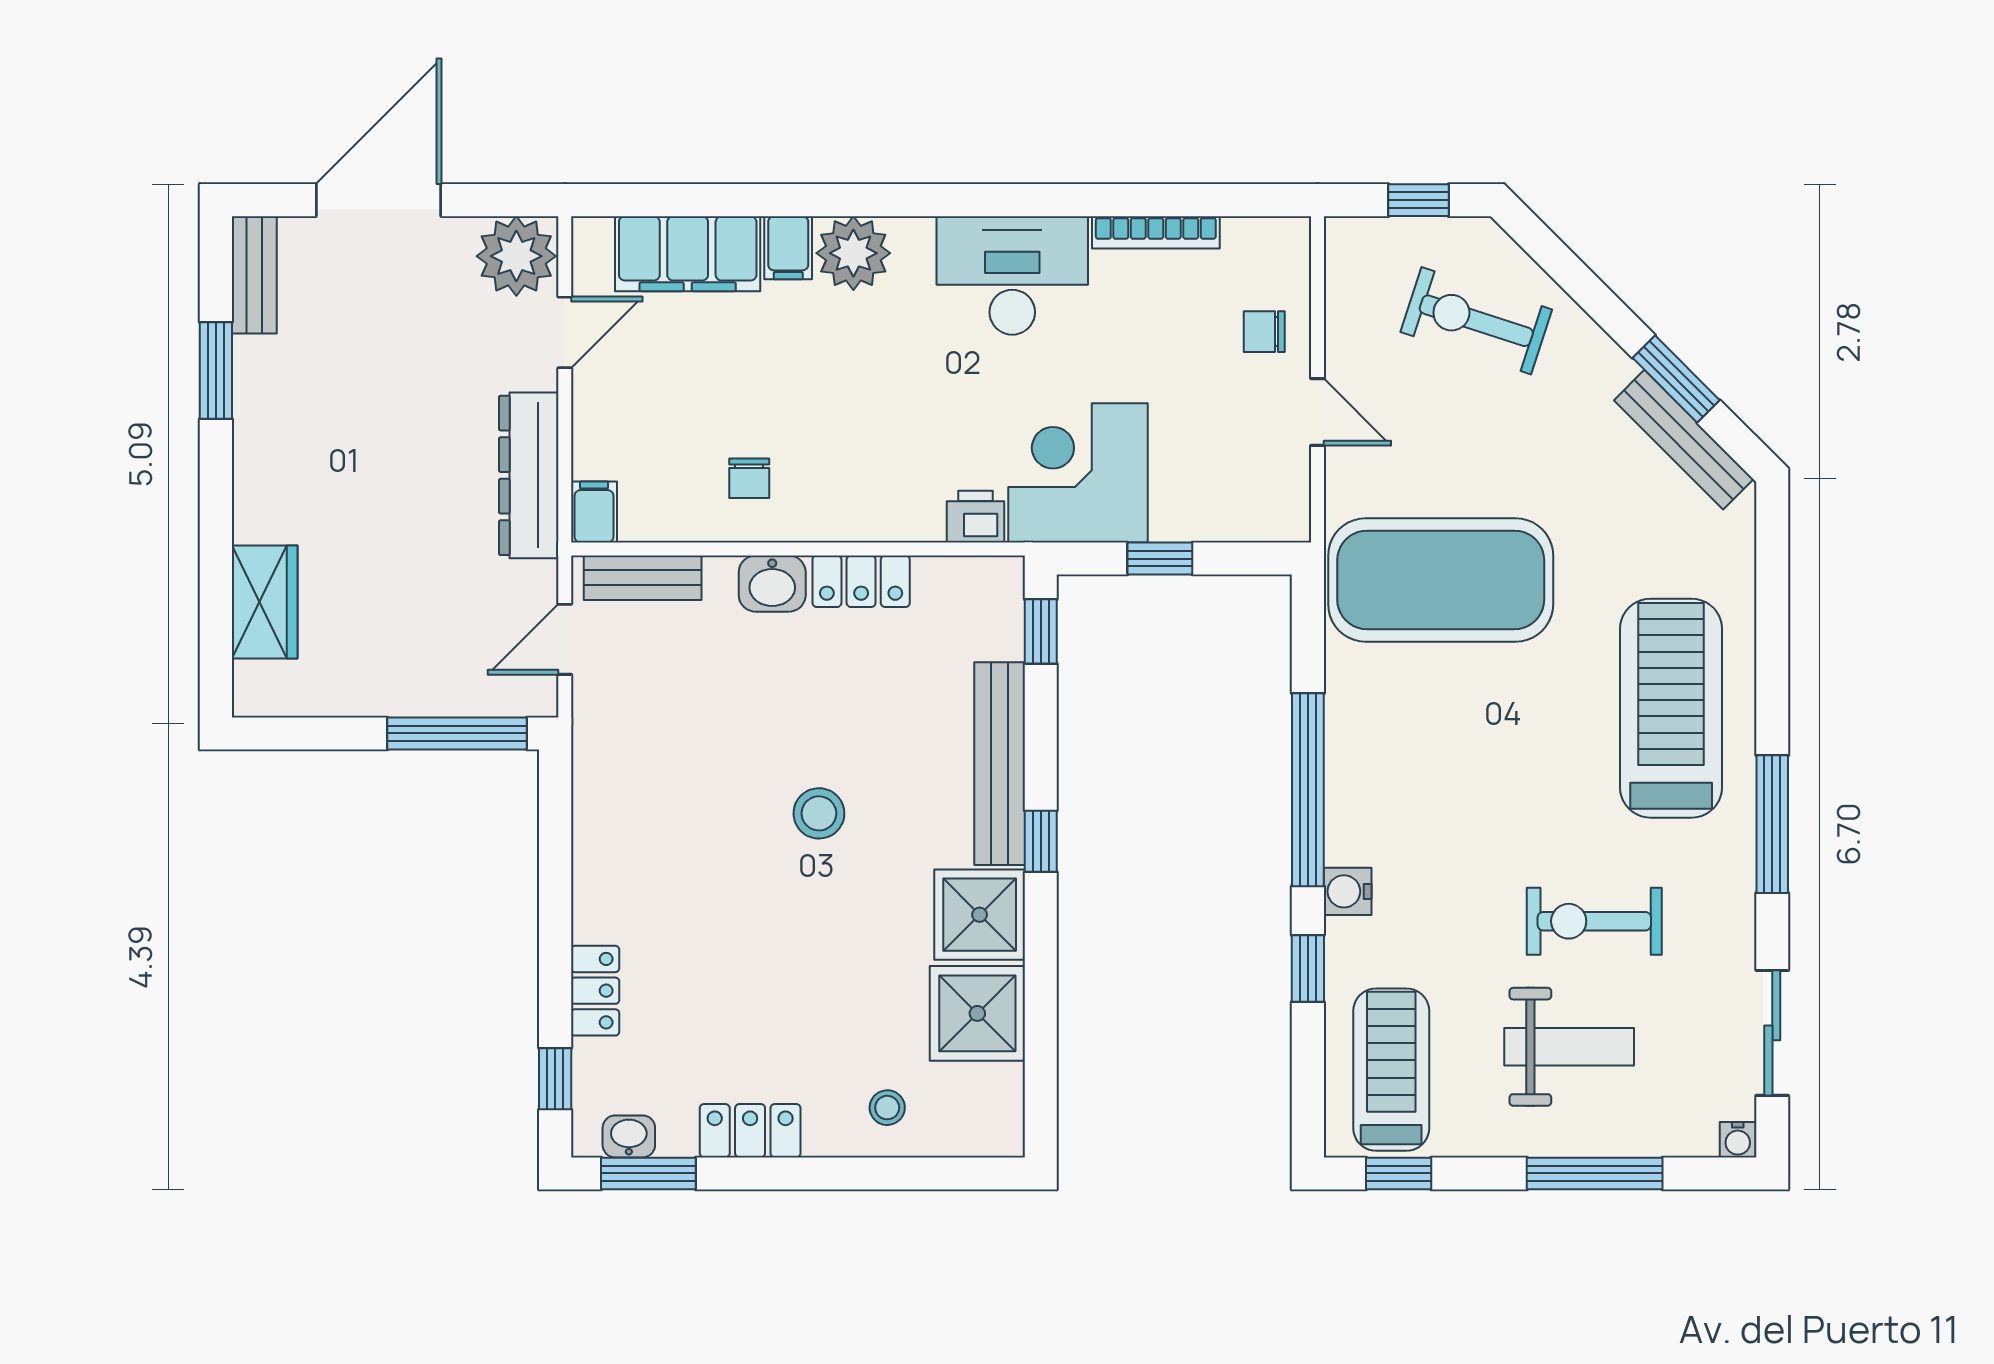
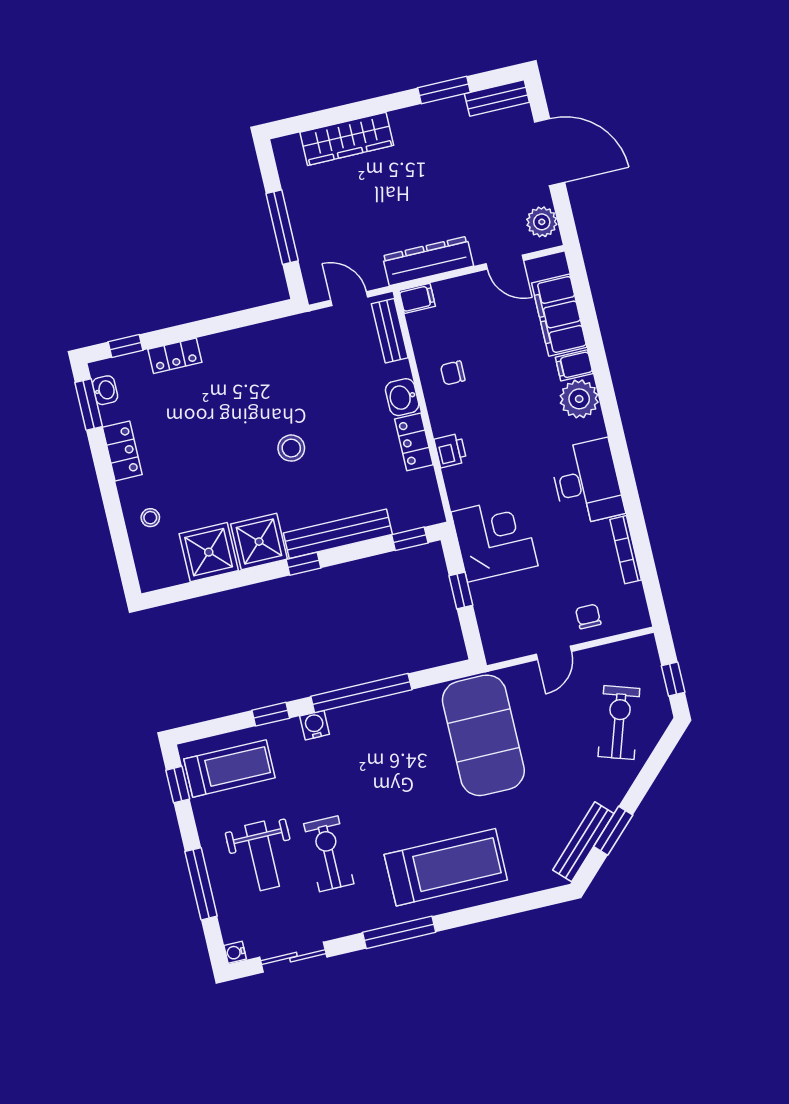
plant: (516, 256) -> (542, 222), width x0.73, depth x0.73
printer: (975, 517) -> (450, 451), moved
wardrobe: (265, 602) -> (347, 139), width x1.50
window: (457, 733) -> (282, 227), moved

